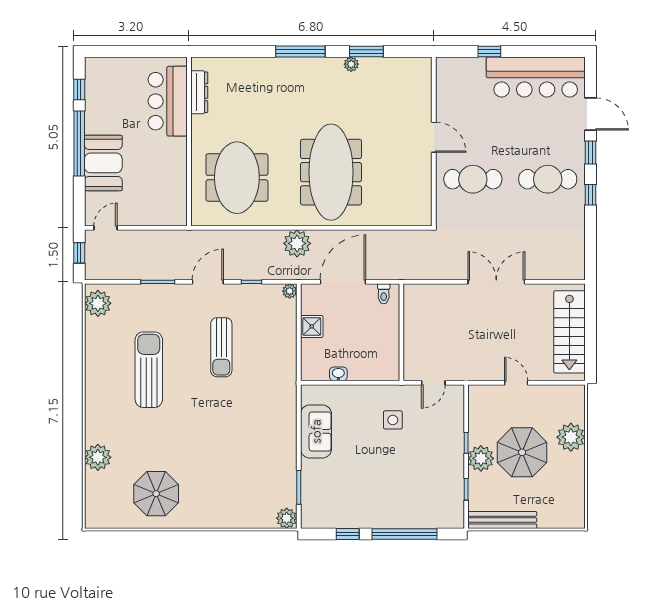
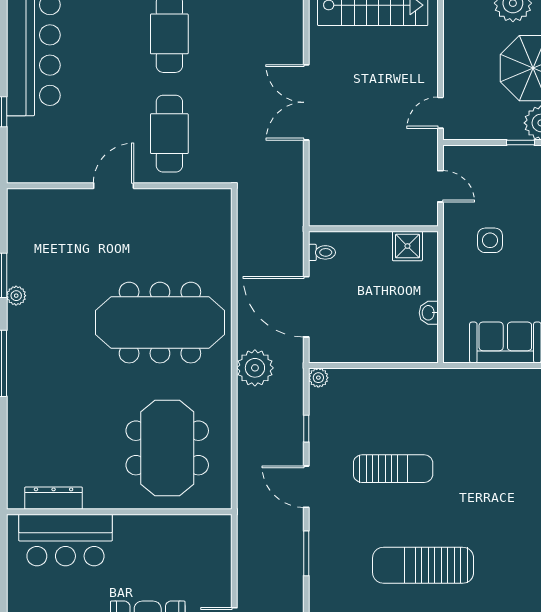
meeting table: (237, 178) -> (167, 448), turned 90
shower: (312, 326) -> (407, 246), moved
door: (516, 383) -> (440, 113), moved

